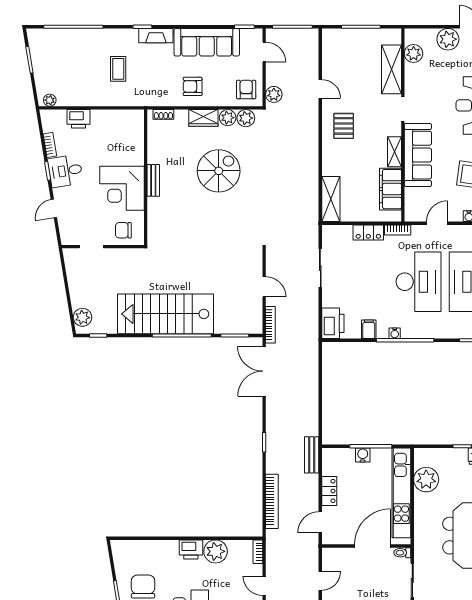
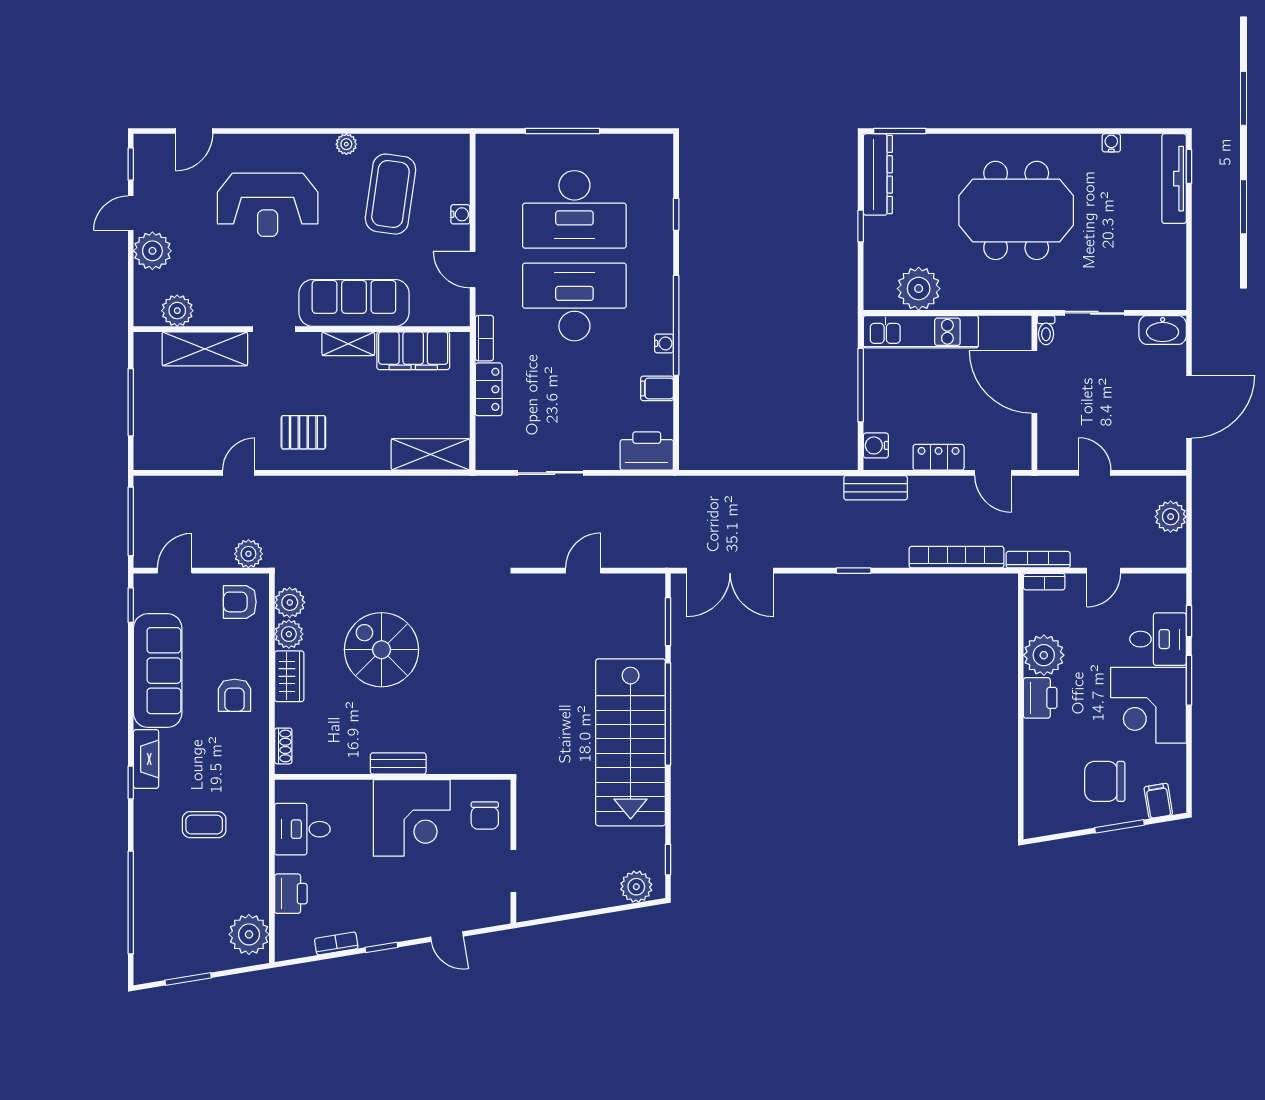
plant: (50, 100) -> (249, 934), width x1.88, depth x1.88
desk: (65, 171) -> (302, 829), moved, turned 99
bookcase: (270, 325) -> (1038, 560), moved
water cooler: (363, 455) -> (876, 445), moved
kitchen unit: (401, 493) -> (921, 332), width x0.73

